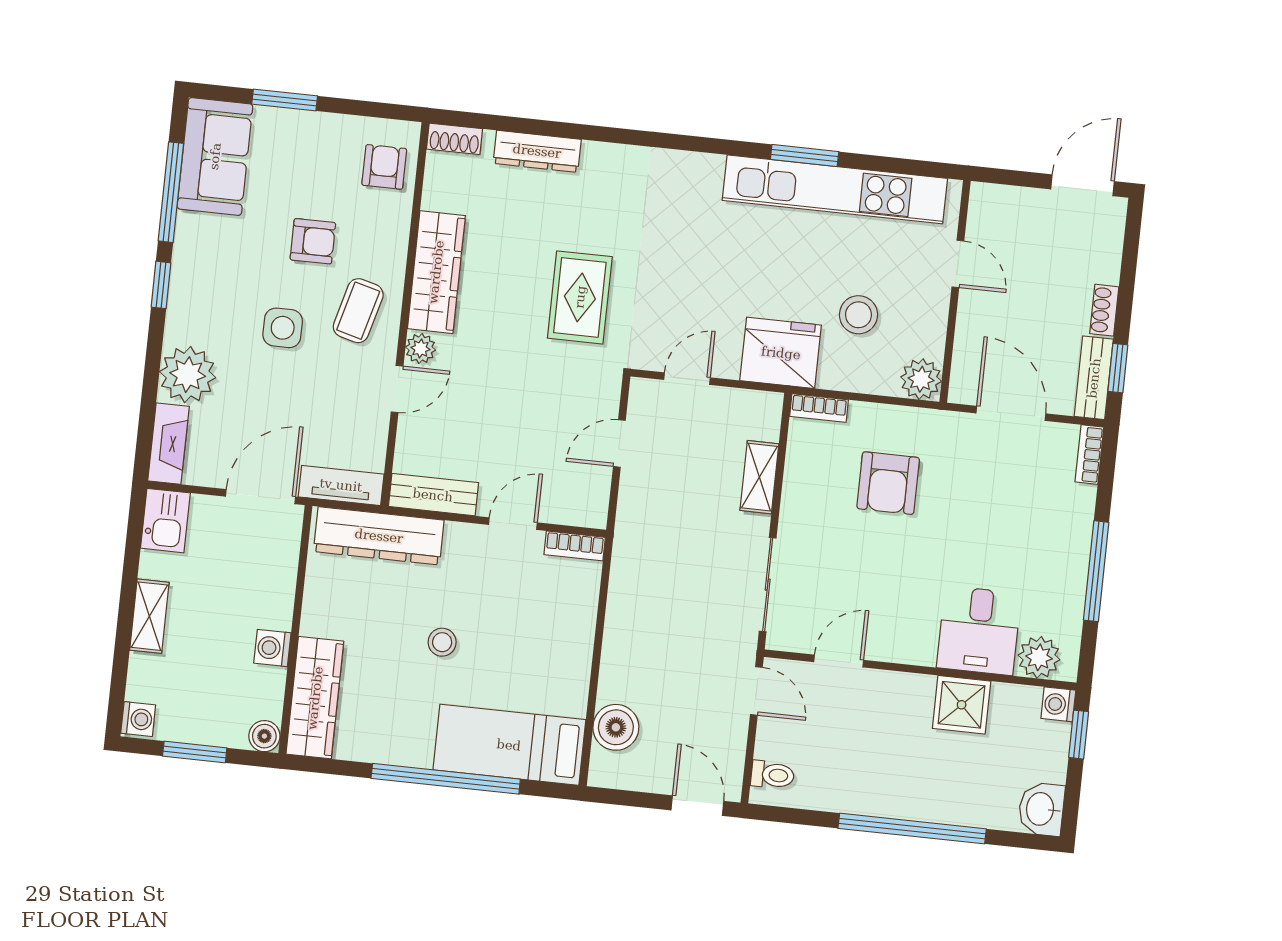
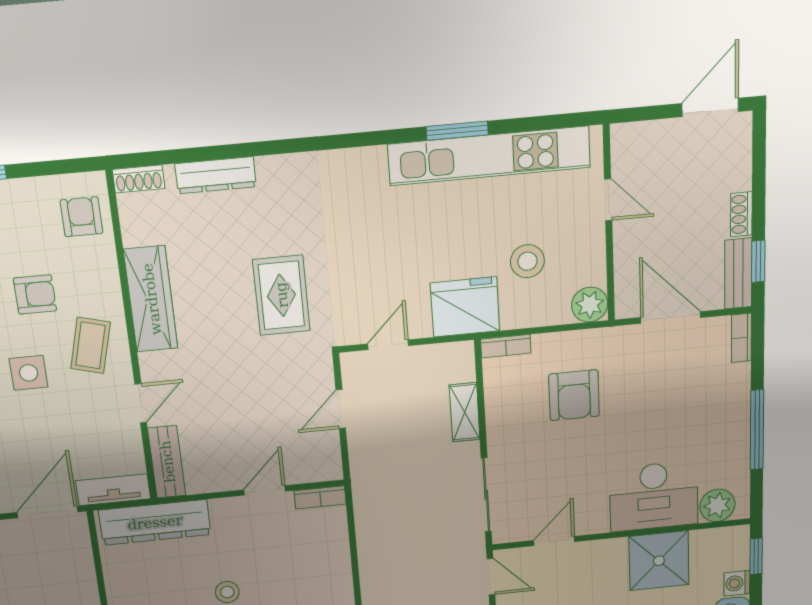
plant: (420, 349) -> (153, 366), removed
bench: (433, 495) -> (167, 462), moved, turned 90
desk: (979, 631) -> (654, 496), width x1.37
washing machine: (1058, 704) -> (737, 583), moved
shower: (962, 705) -> (659, 561), width x1.36, depth x1.36

